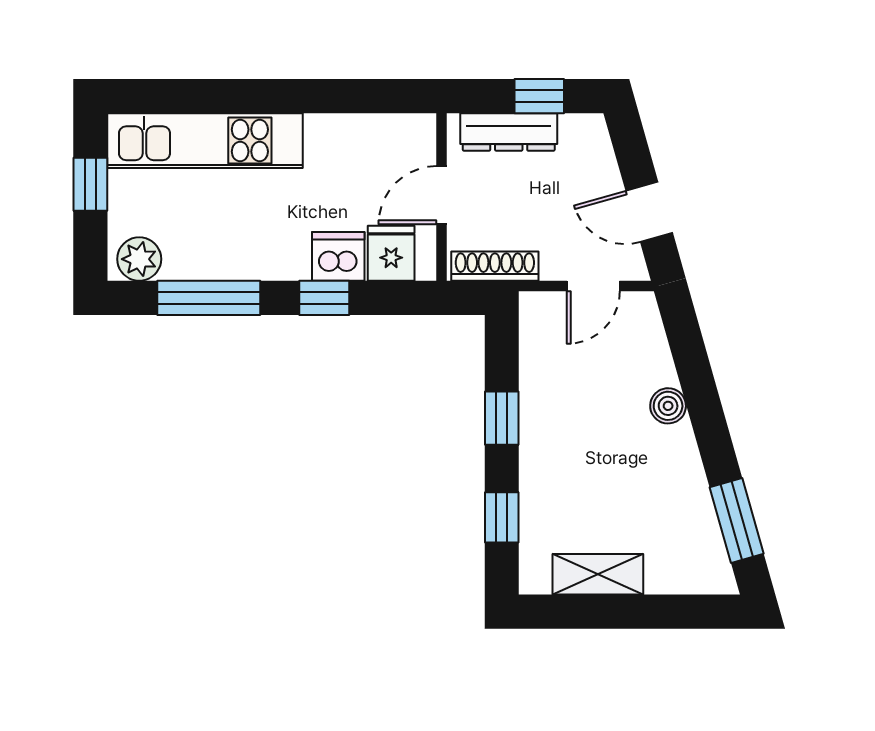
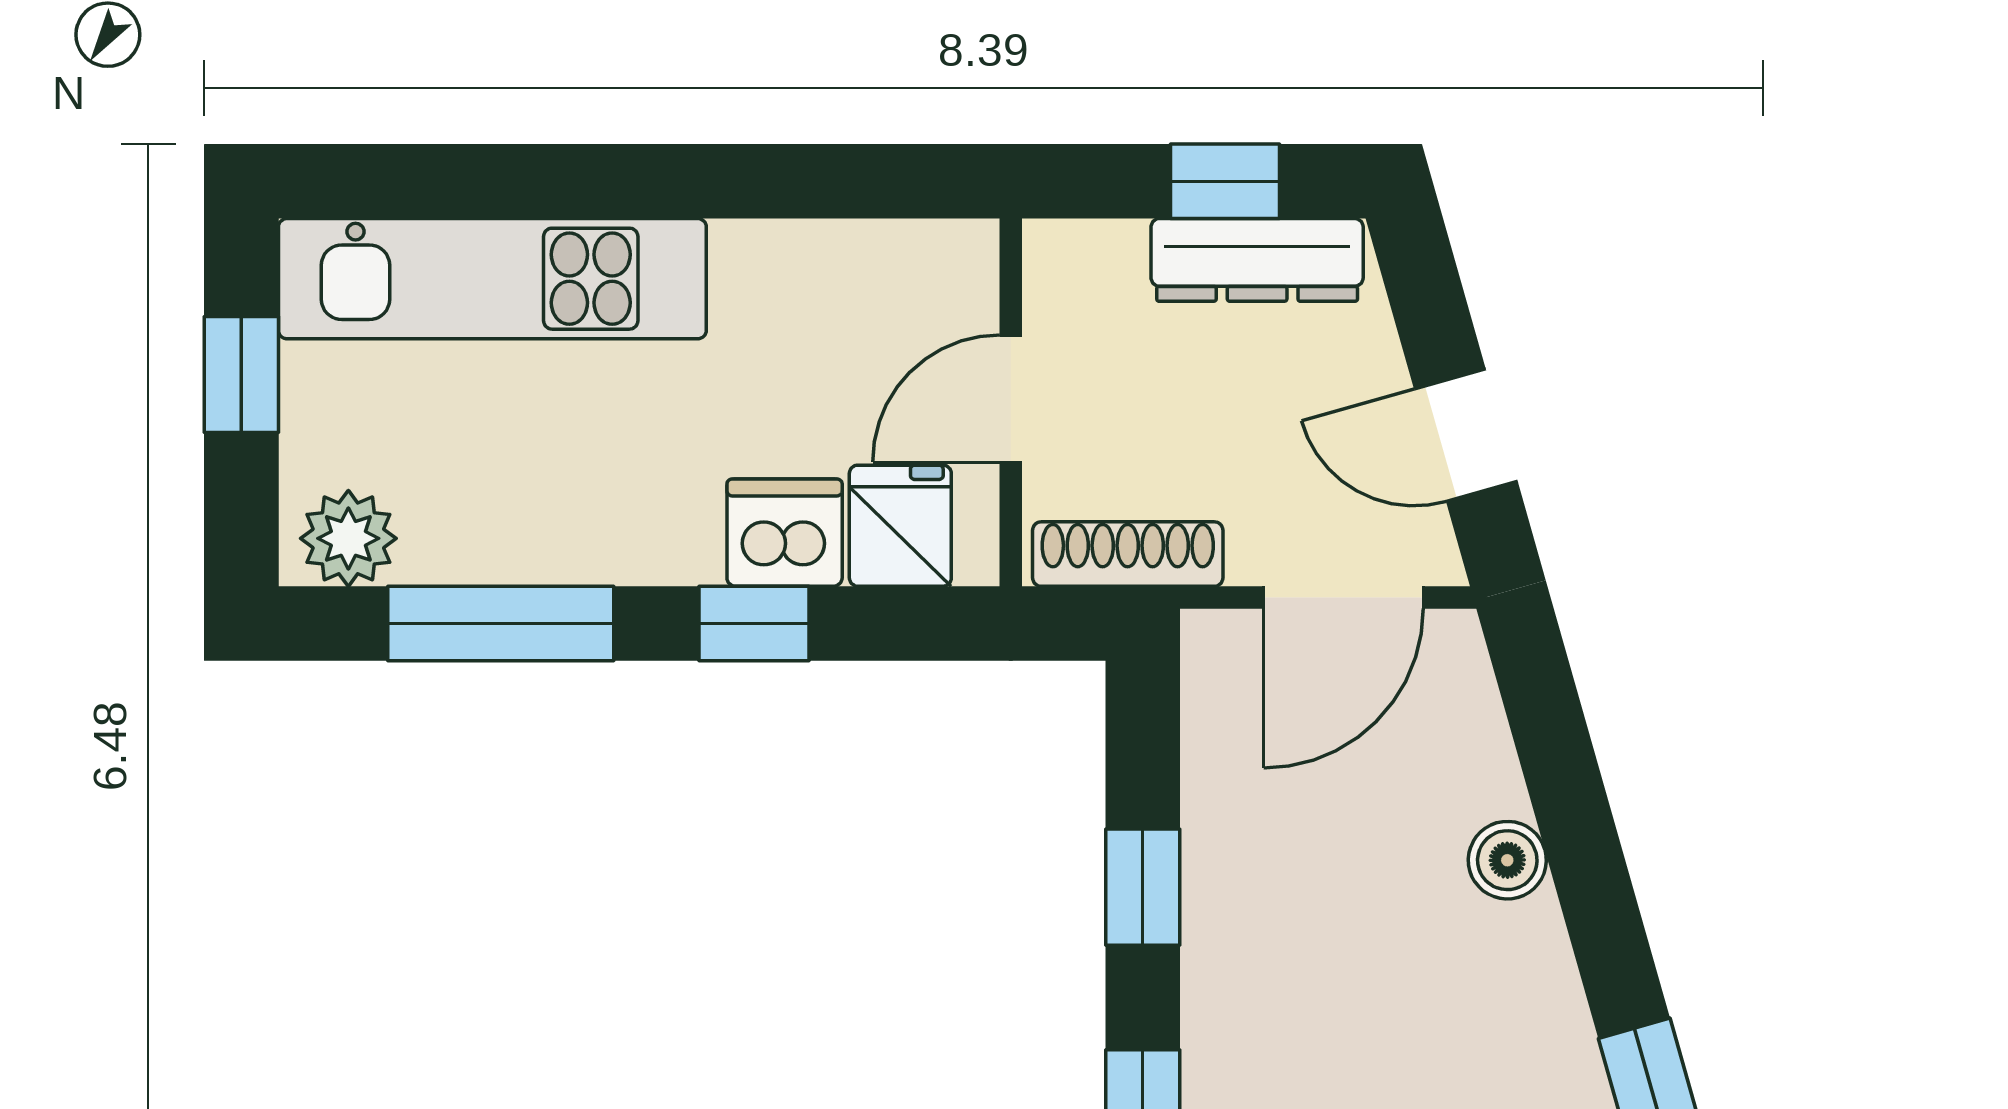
dresser: (509, 132) -> (1257, 260), moved
door: (593, 286) -> (1343, 598), width x1.38

